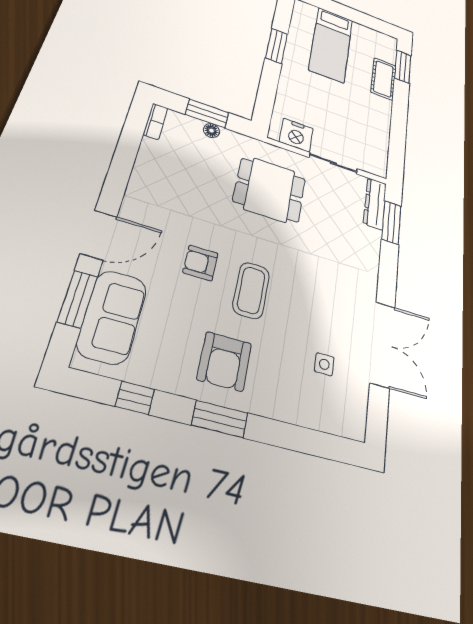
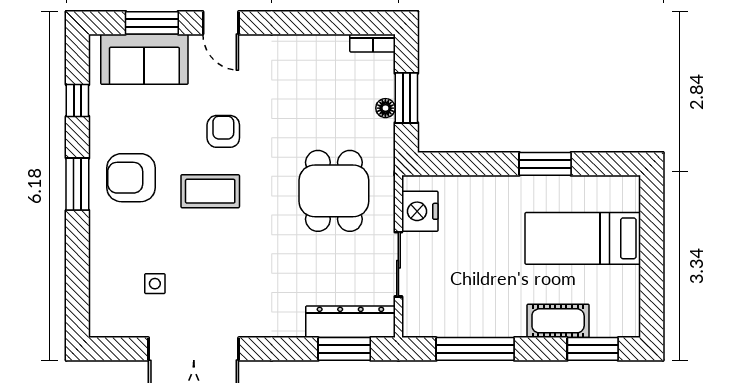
window: (398, 135) -> (475, 349), added
dresser: (375, 203) -> (350, 322), width x1.37, depth x1.24
door: (99, 235) -> (221, 23), width x0.73

